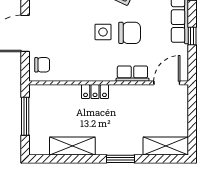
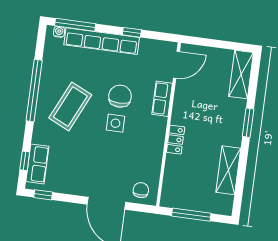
door: (167, 83) -> (176, 65), swing flipped

